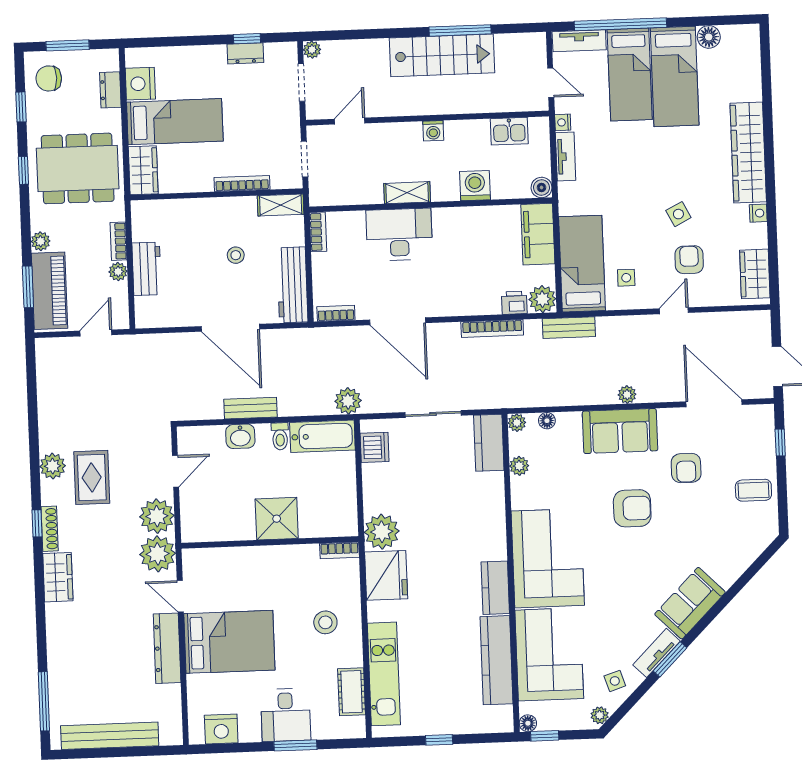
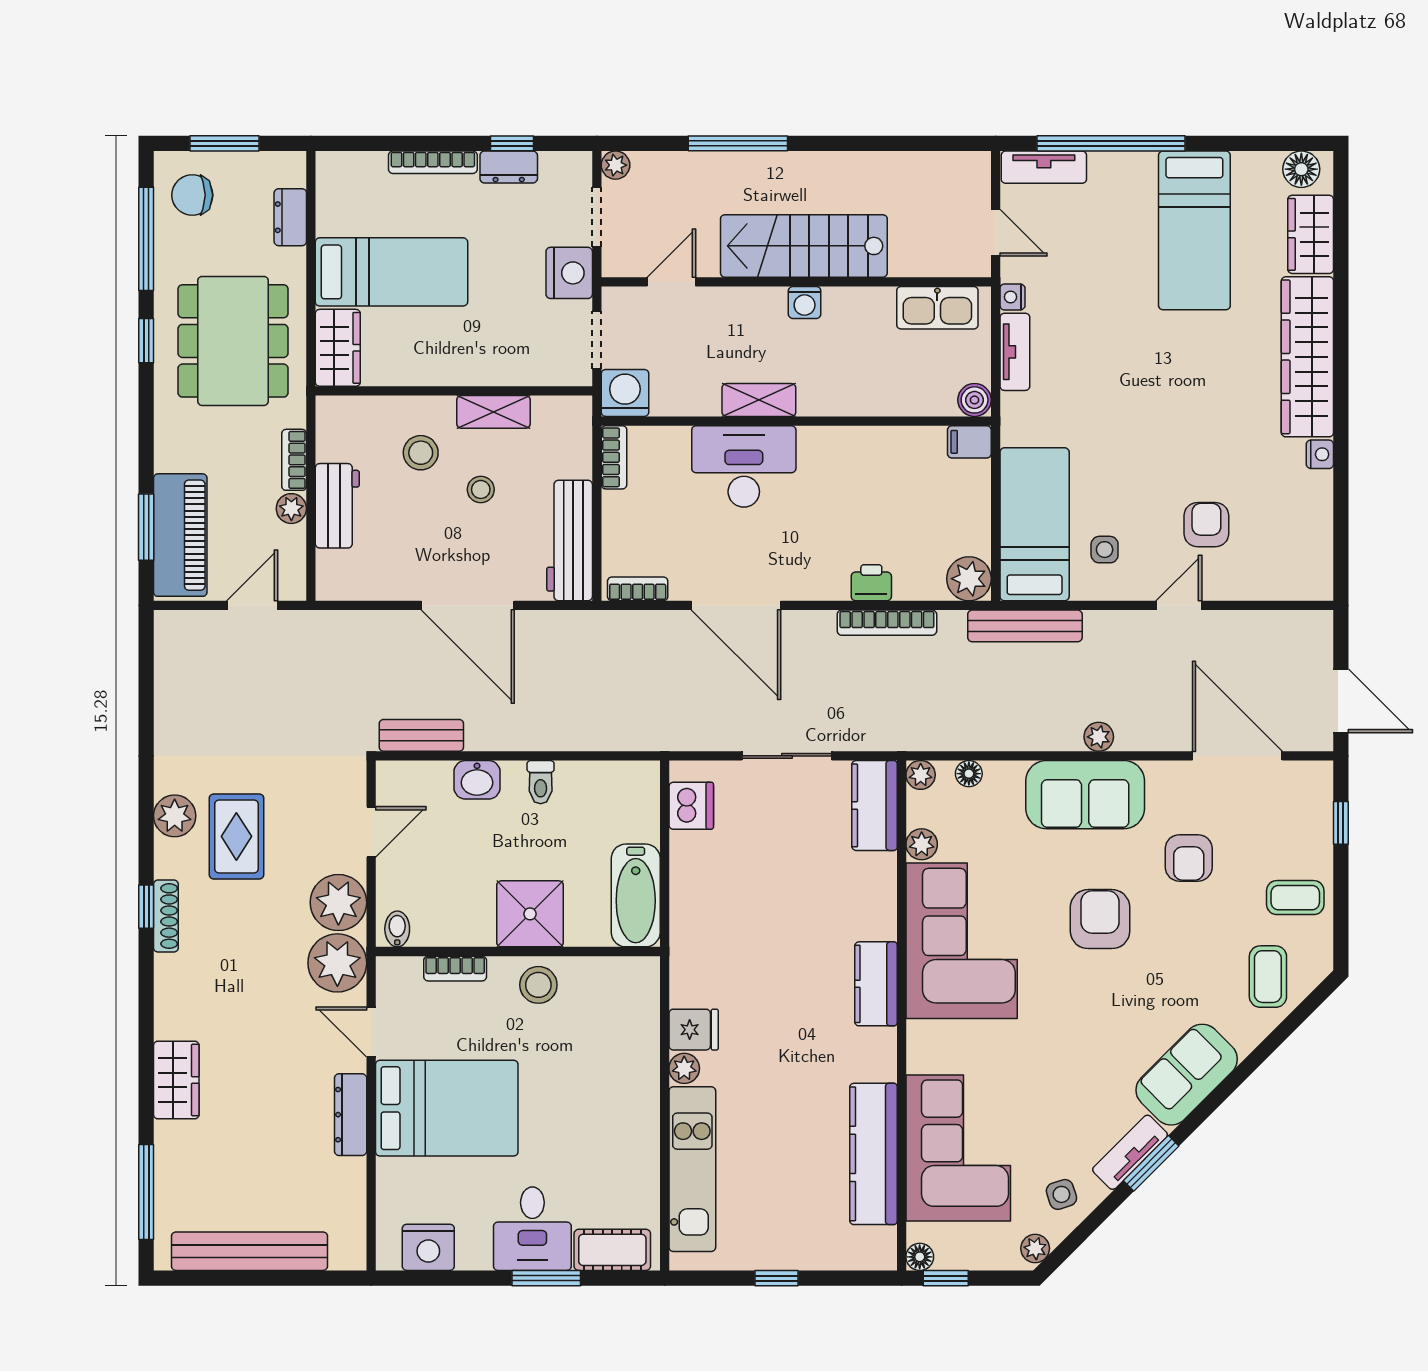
window: (460, 30) -> (738, 143), moved
floor lamp: (709, 37) -> (1301, 169), moved
stairs: (442, 55) -> (804, 246), moved, turned 180
bed: (630, 75) -> (1123, 224), removed
nightstand: (140, 84) -> (569, 273), moved, turned 180
window: (21, 107) -> (146, 239), width x2.17
kitchen sink: (509, 131) -> (937, 308), width x1.38
dining table: (78, 168) -> (233, 341), turned 90
bookcase: (242, 183) -> (433, 162), moved, turned 180
washing machine: (475, 186) -> (625, 393), moved
shelving: (281, 205) -> (494, 412), moved
side table: (678, 214) -> (1192, 451), removed
stool: (197, 234) -> (421, 453), added
filing cabinet: (538, 234) -> (969, 442), width x0.33, depth x0.86
plant: (41, 241) -> (169, 455), removed
wardrobe: (755, 274) -> (1311, 234), moved
printer: (514, 303) -> (871, 583), moved
bench: (569, 328) -> (1025, 626), width x1.36
plant: (348, 401) -> (652, 730), removed
bench: (251, 408) -> (421, 735), moved
bathtub: (322, 436) -> (636, 895), moved, turned 90
armchair: (632, 508) -> (1100, 919), turned -90
bidet: (194, 531) -> (397, 929), added
plant: (382, 532) -> (684, 1068), moved, width x0.53, depth x0.53
coffee table: (738, 540) -> (1268, 977), added
bookcase: (339, 550) -> (455, 969), moved
corner sofa: (548, 558) -> (962, 941), moved
fridge: (386, 575) -> (694, 1030), width x0.53, depth x0.75
wardrobe: (58, 577) -> (176, 1080), moved
kitchen counter: (495, 588) -> (876, 984), moved
stool: (325, 622) -> (538, 985), moved
dresser: (167, 648) -> (351, 1115), width x0.73, depth x0.80
cot: (352, 692) -> (612, 1250), moved, turned 90

